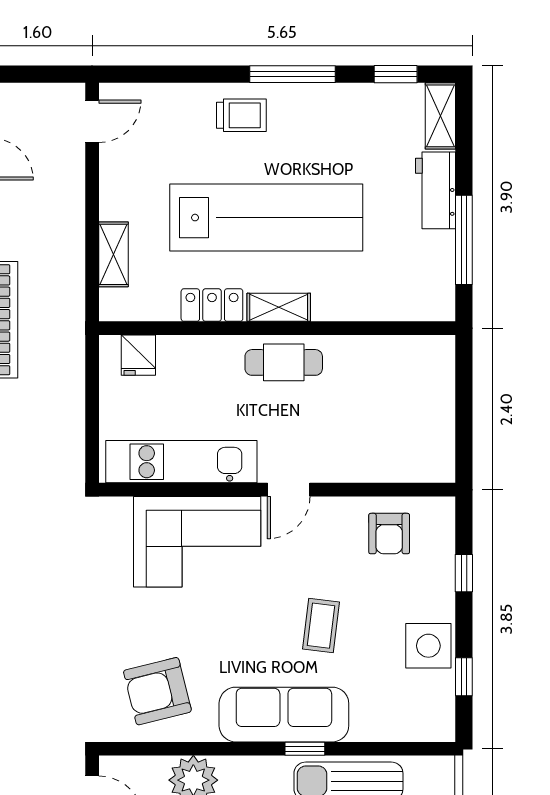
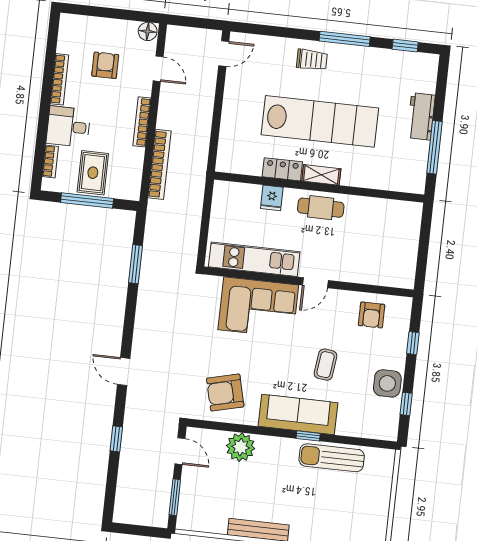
shelving: (440, 116) -> (429, 73), removed
shelving: (113, 254) -> (228, 133), removed
fridge: (138, 355) -> (272, 198), moved

